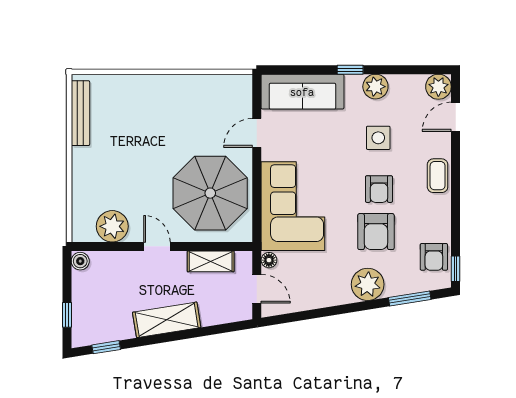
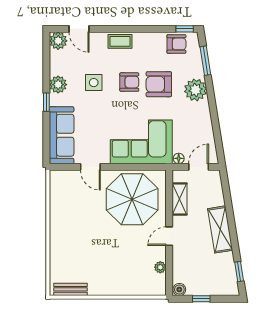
bench: (80, 113) -> (71, 289), width x0.73
plant: (112, 226) -> (160, 267), width x0.53, depth x0.53
armchair: (376, 232) -> (159, 84), turned 180
window: (67, 315) -> (201, 299), moved

